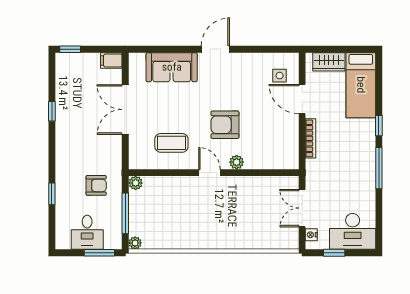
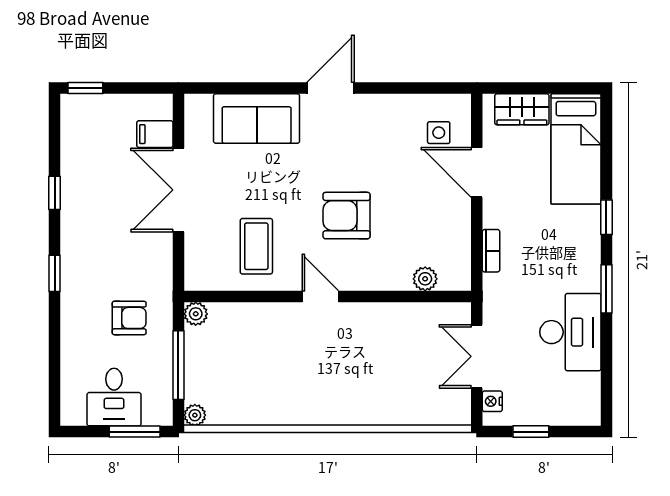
filing cabinet: (111, 60) -> (155, 134), moved
bookcase: (311, 138) -> (491, 251), width x0.64
coffee table: (171, 143) -> (256, 246), turned 90
plant: (237, 162) -> (425, 279), moved
window: (379, 168) -> (606, 289), width x0.69
window: (52, 194) -> (55, 273), moved
desk: (353, 231) -> (570, 332), moved, turned -90

